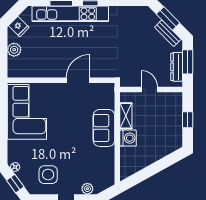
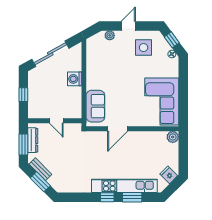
plant: (14, 50) -> (173, 137), moved
shelving: (126, 116) -> (77, 98), removed
sofa: (104, 128) -> (95, 106), moved
sliding door: (156, 167) -> (50, 54), added

